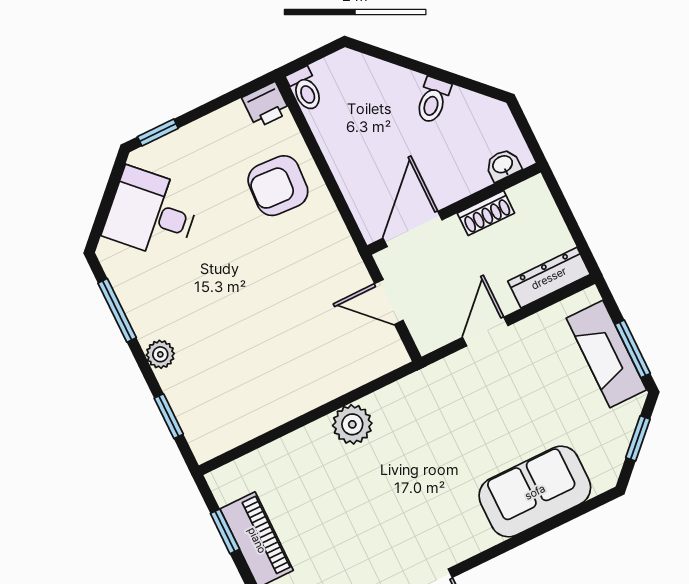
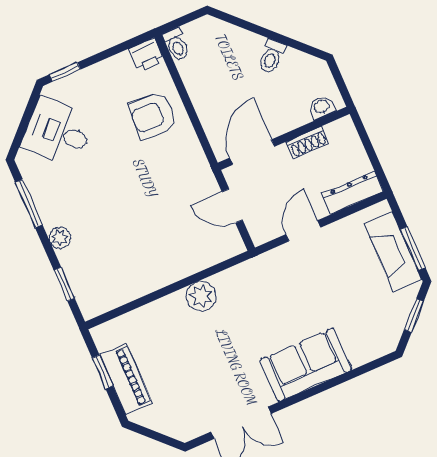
sofa: (535, 492) -> (306, 365), moved

